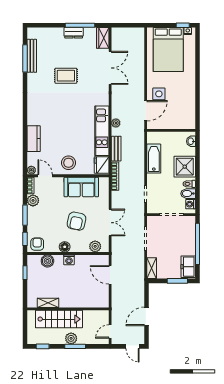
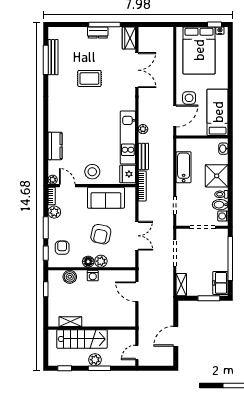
bed: (185, 107) -> (218, 112), added
armchair: (37, 244) -> (62, 248), moved
plant: (95, 246) -> (101, 261), moved
door: (133, 346) -> (161, 368), removed

